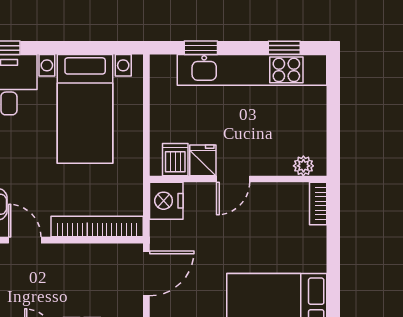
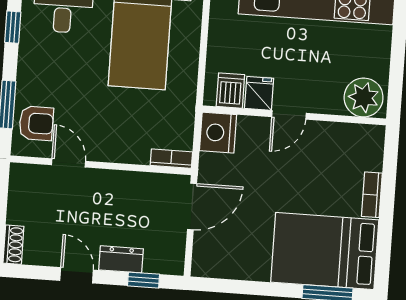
plant: (303, 166) -> (364, 97), width x1.87, depth x1.87
bookcase: (318, 204) -> (372, 195), moved
bookcase: (97, 226) -> (171, 159), width x0.43, depth x0.76

